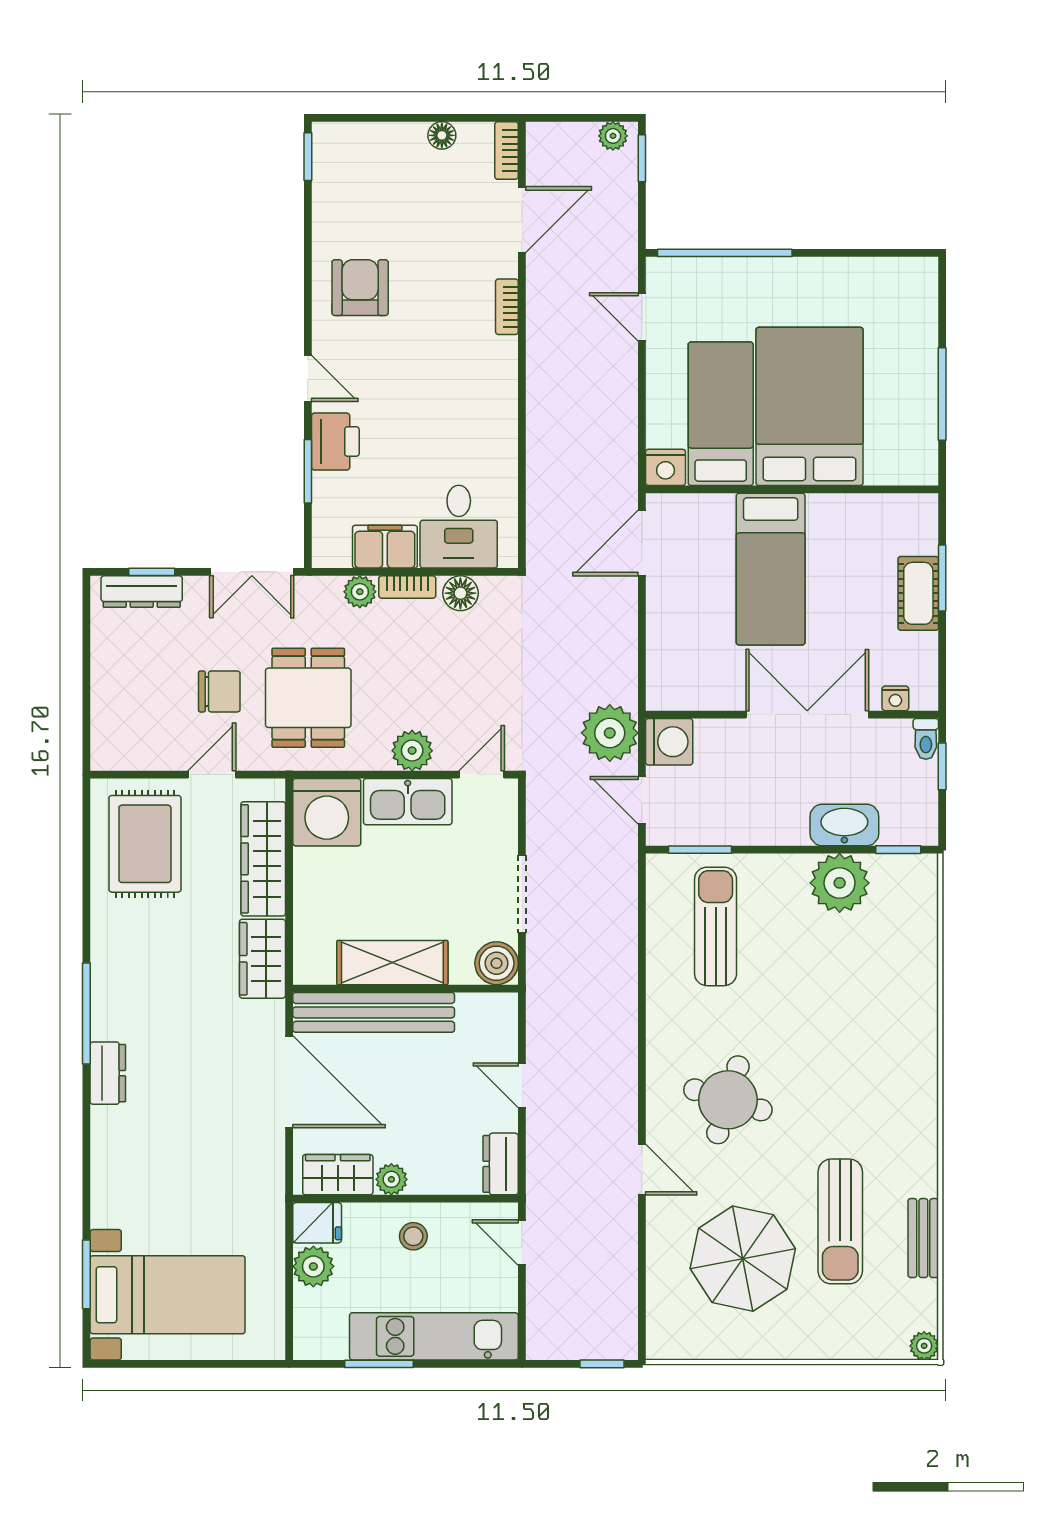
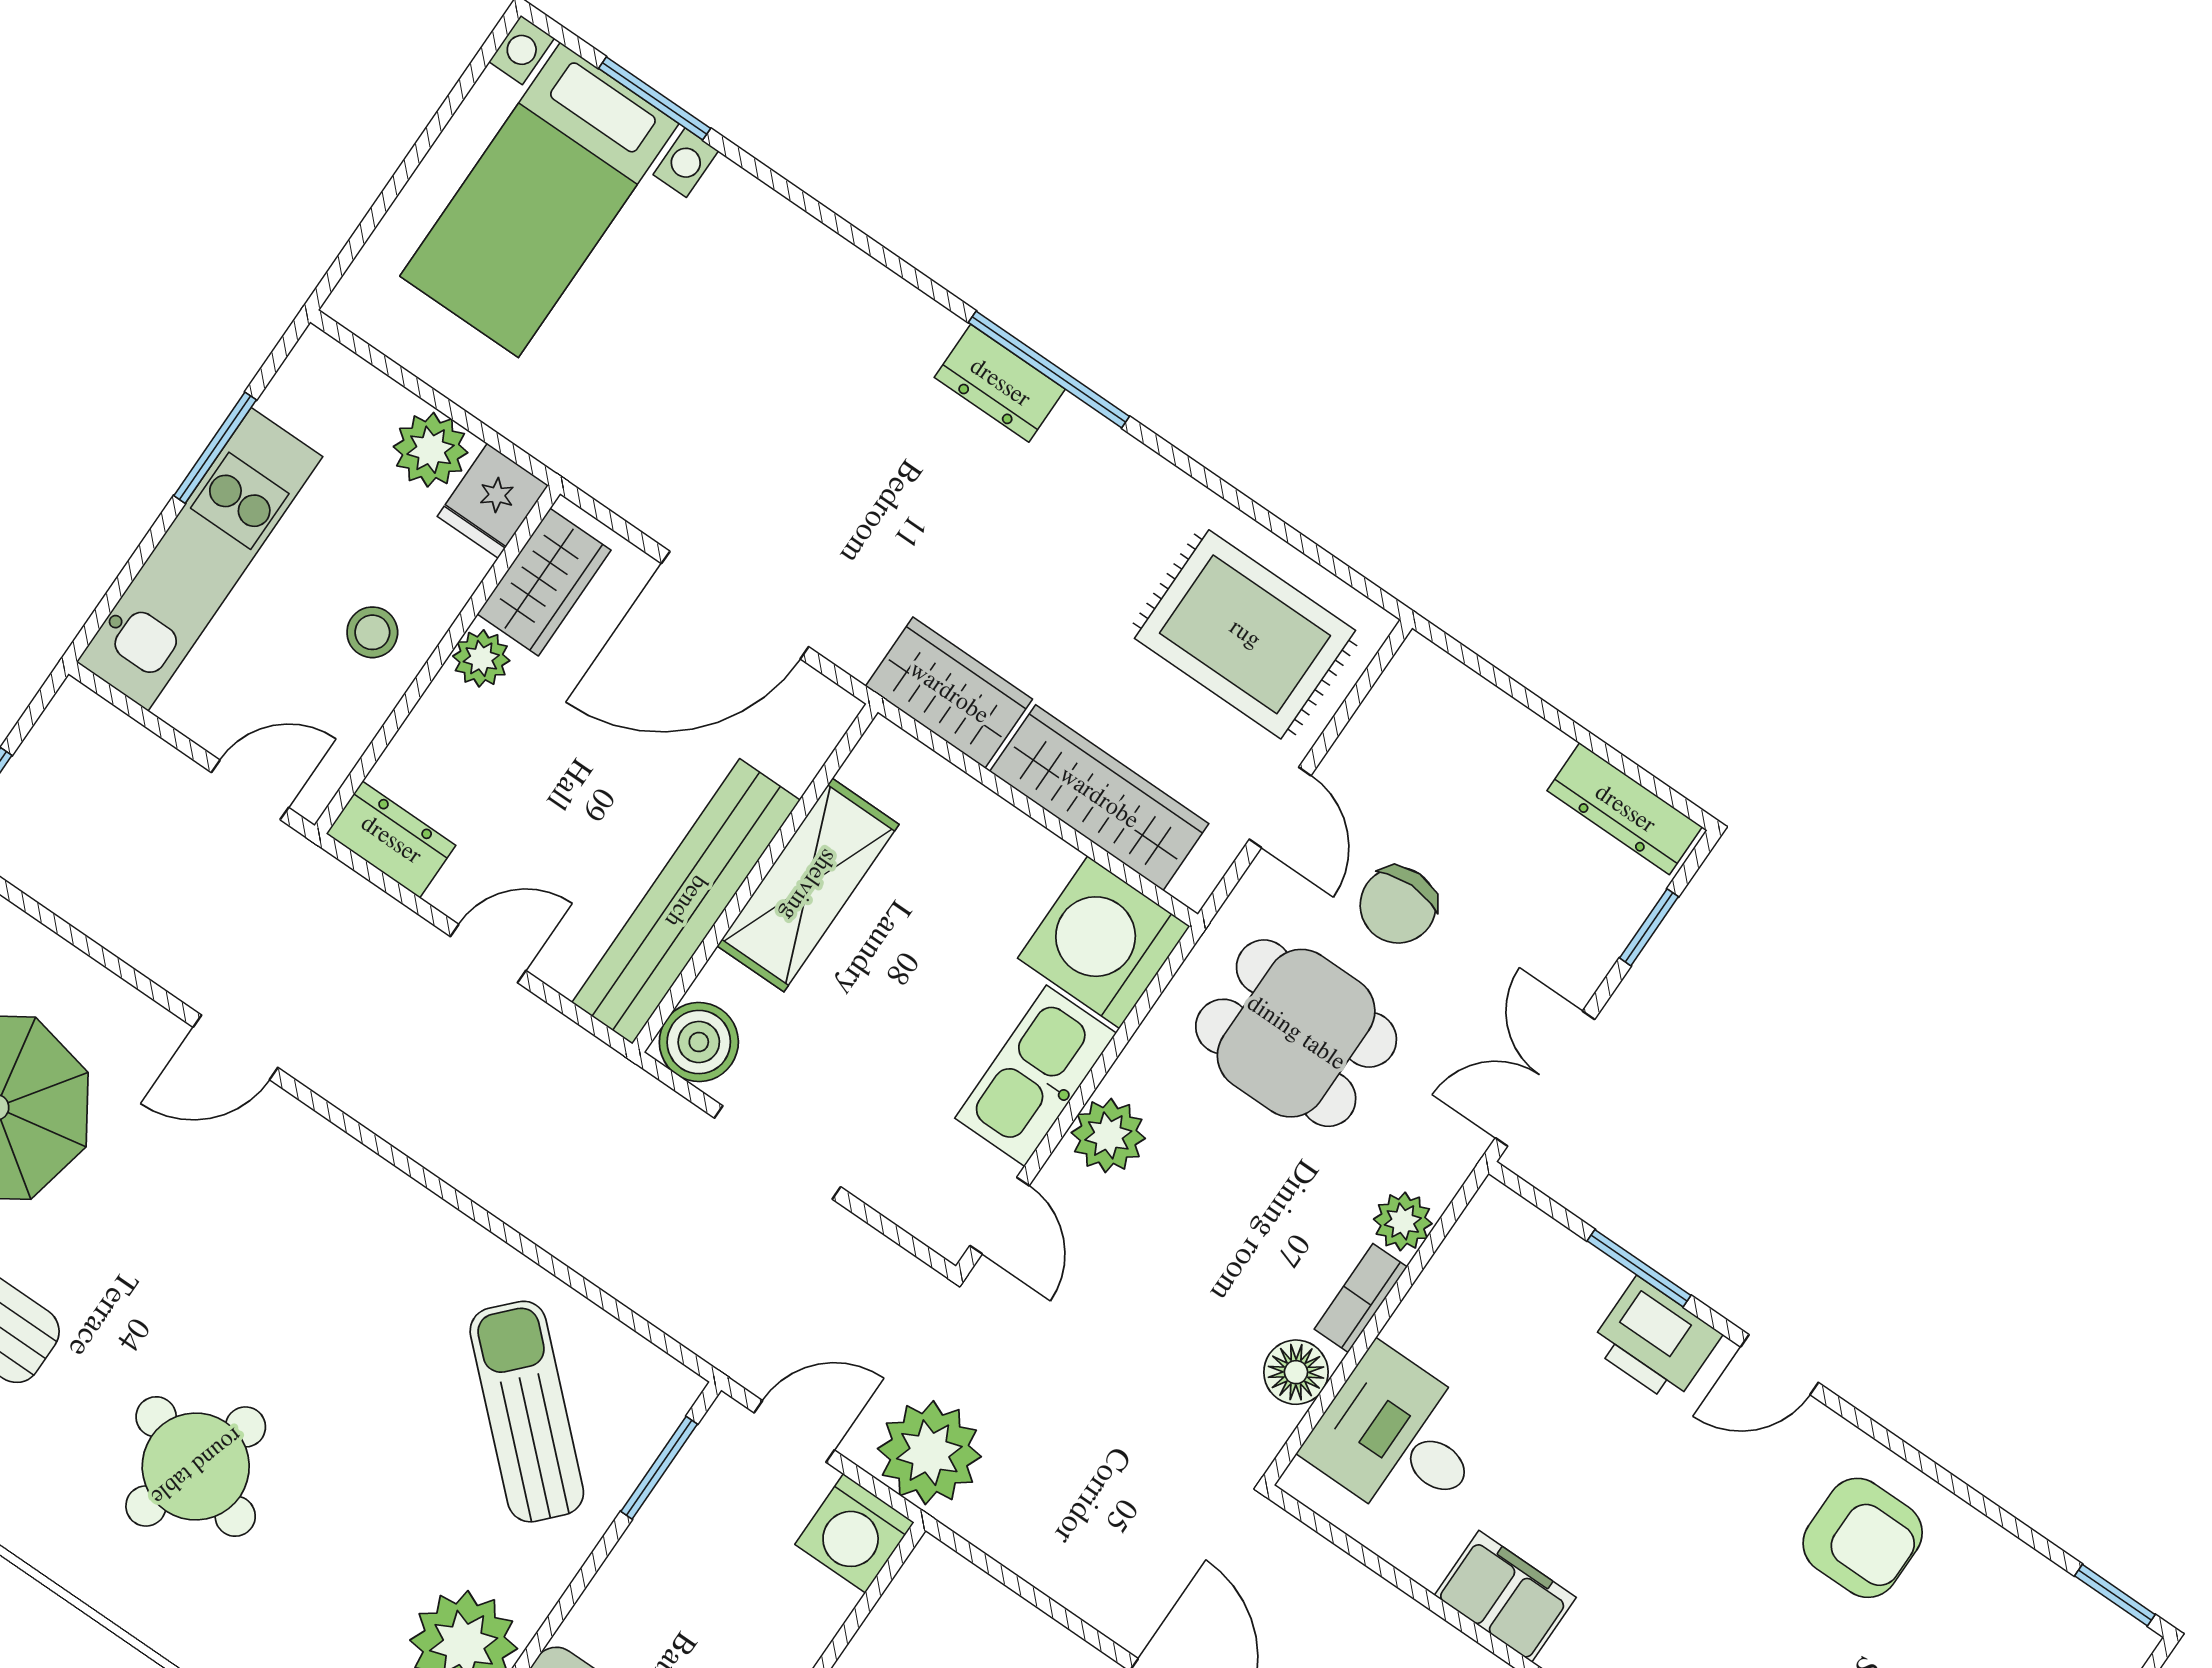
filing cabinet: (385, 547) -> (1505, 1596), moved, turned -90
dresser: (142, 592) -> (1625, 809), moved, turned -90
sun lounger: (716, 926) -> (527, 1412), turned -137
bench: (374, 1012) -> (686, 901), moved
dresser: (108, 1073) -> (1000, 383), moved
round table: (728, 1100) -> (196, 1466), moved

